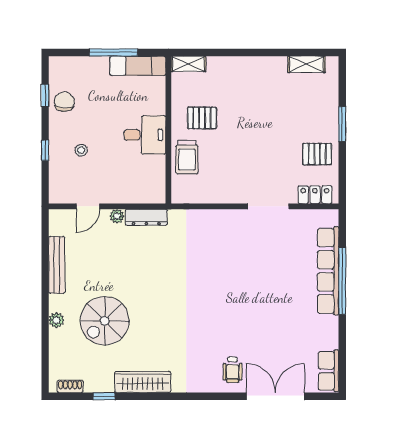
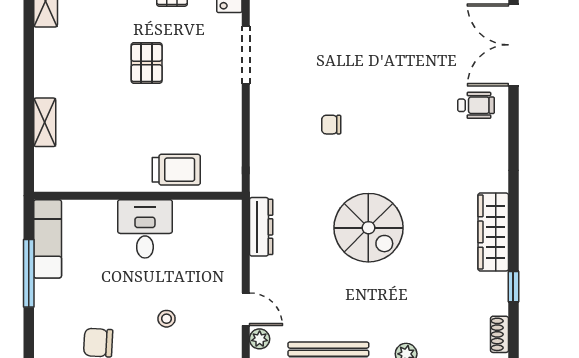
shelving: (188, 64) -> (45, 122), moved
pallet: (202, 118) -> (147, 63), moved
plant: (117, 216) -> (260, 339), moved
chair: (219, 267) -> (331, 125), added
spiral stairs: (105, 321) -> (368, 228), moved

